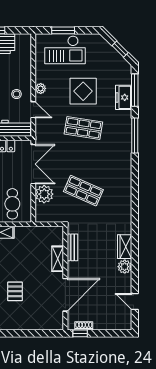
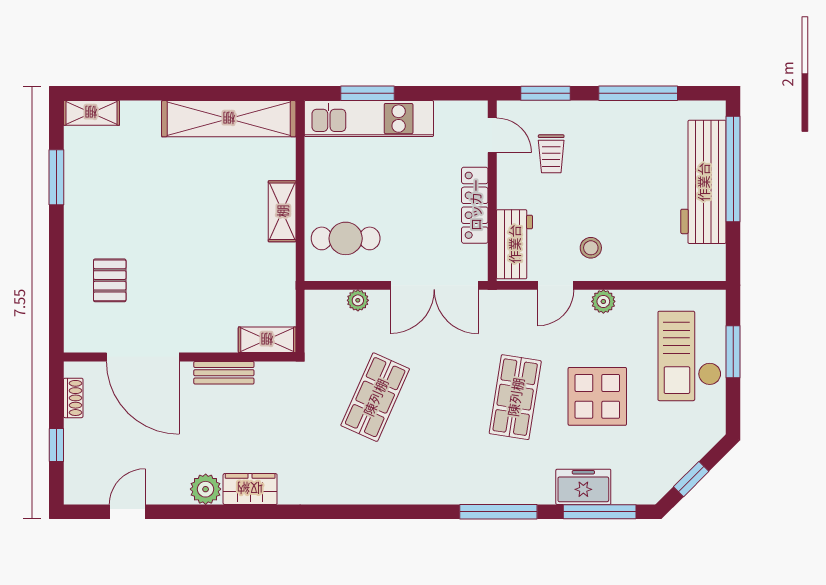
plant: (44, 194) -> (358, 300), width x0.53, depth x0.53
bench: (72, 247) -> (224, 373), moved
shelving: (58, 259) -> (267, 340), moved
pallet: (15, 291) -> (110, 280), moved, turned 90
window: (80, 333) -> (56, 445), moved

